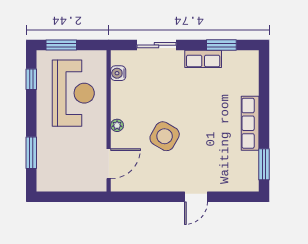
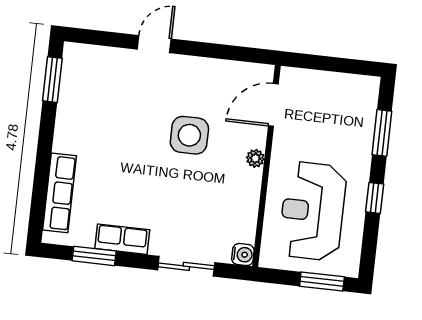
water cooler: (118, 73) -> (243, 255), moved
window: (31, 79) -> (375, 198), moved
row of seats: (250, 123) -> (60, 193), moved
side table: (165, 136) -> (189, 135), turned -30

